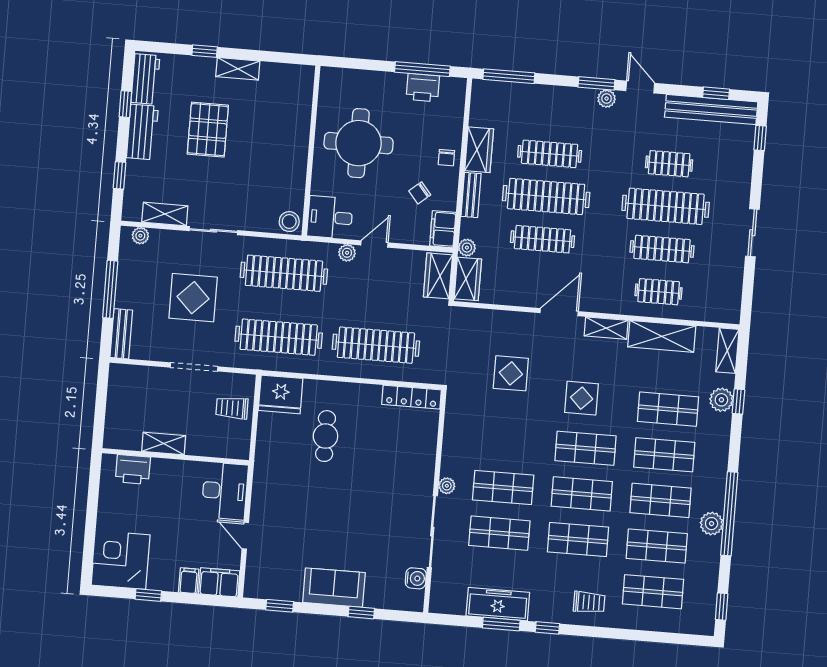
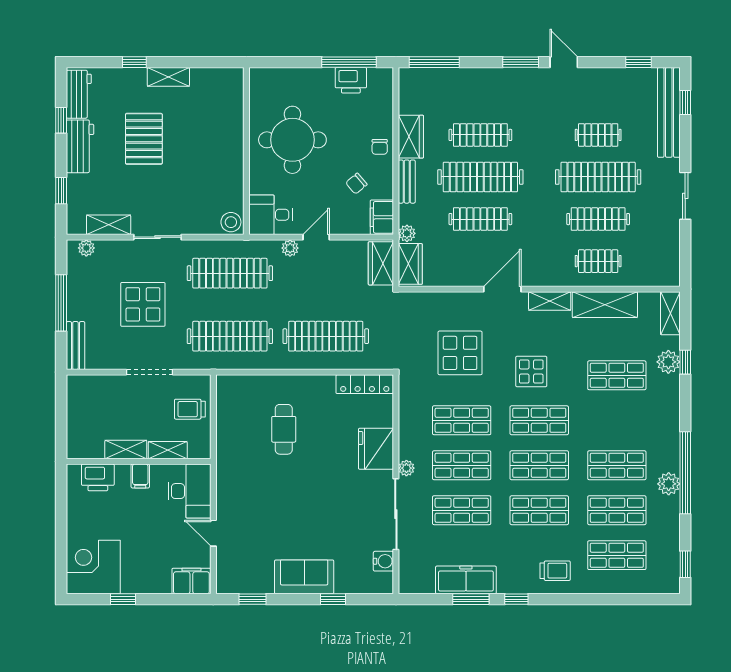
plant: (607, 99) -> (532, 76), removed
bench: (711, 110) -> (669, 112), moved, turned 90
display table: (511, 373) -> (460, 353), width x1.36, depth x1.36
fridge: (281, 394) -> (376, 449), moved, turned 90
shelving: (206, 448) -> (168, 450), added
shop shelf: (664, 455) -> (462, 420), moved
filing cabinet: (189, 581) -> (140, 476), moved, turned 180

